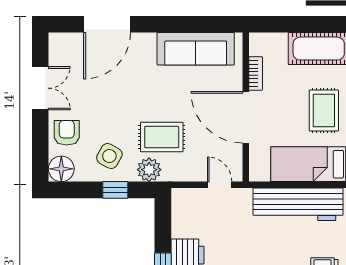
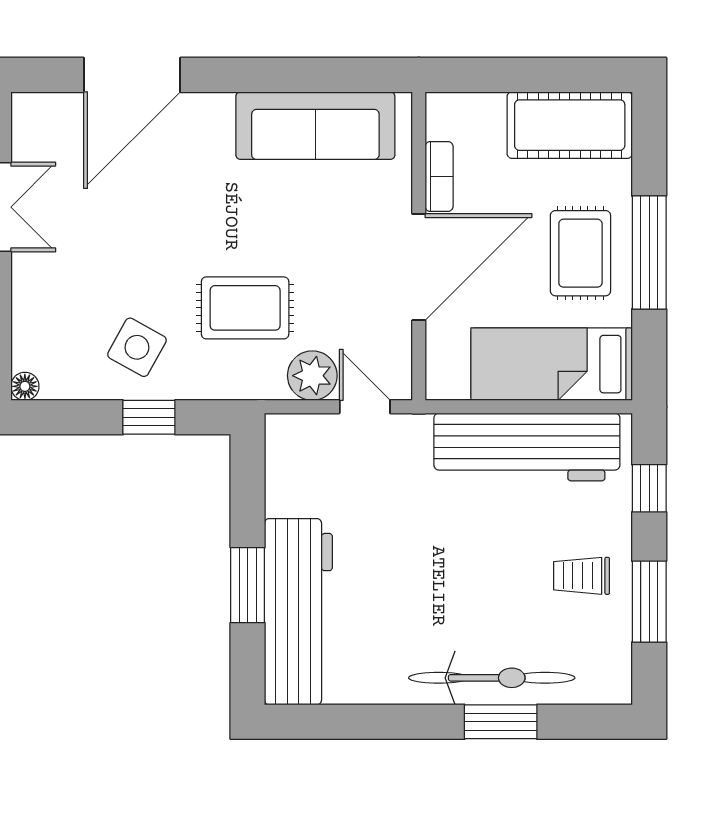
door: (246, 117) -> (419, 267), swing flipped
armchair: (67, 133) -> (49, 299), removed
floor lamp: (61, 169) -> (25, 386), width x0.53, depth x0.53
plant: (149, 170) -> (312, 376), moved

